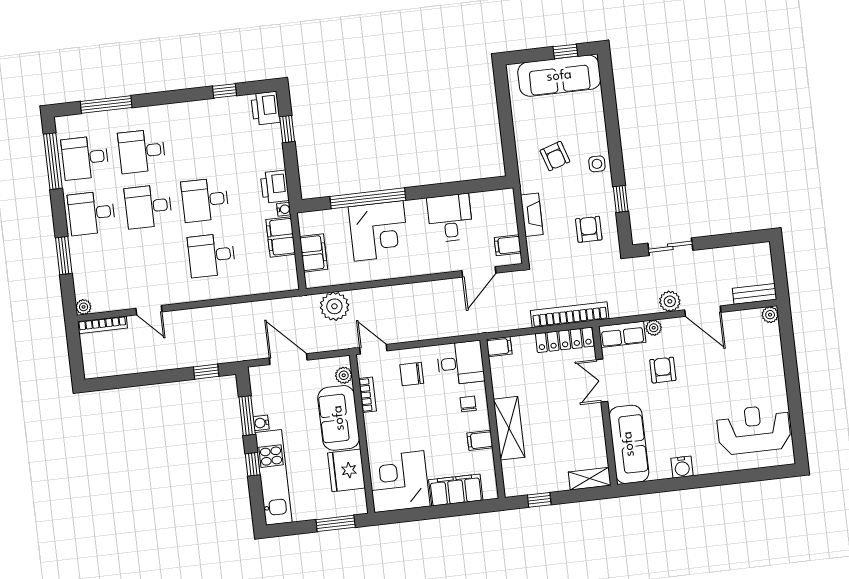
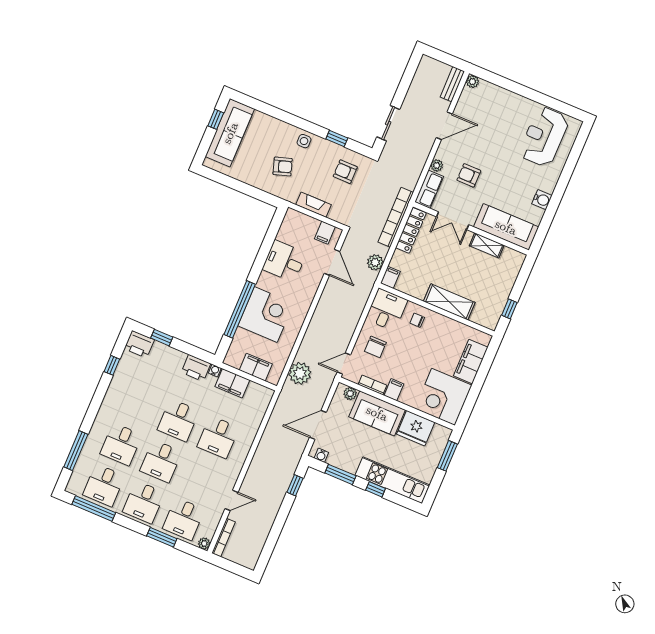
desk: (98, 268) -> (184, 519), added
plant: (670, 301) -> (375, 262), moved
water cooler: (261, 423) -> (321, 455), moved
filing cabinet: (480, 440) -> (394, 390), moved, turned 180
shelving: (590, 479) -> (487, 245), moved, turned 90

